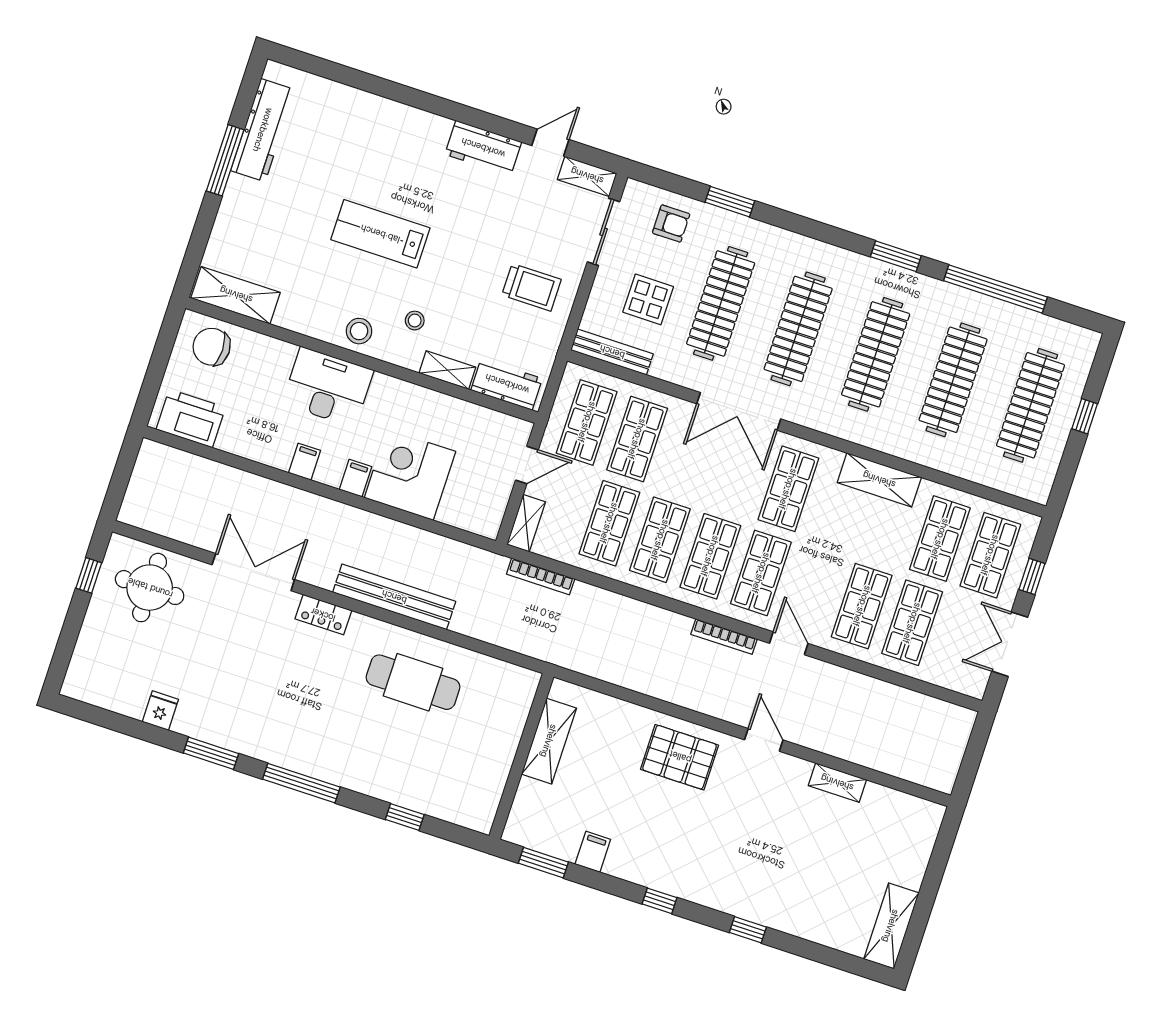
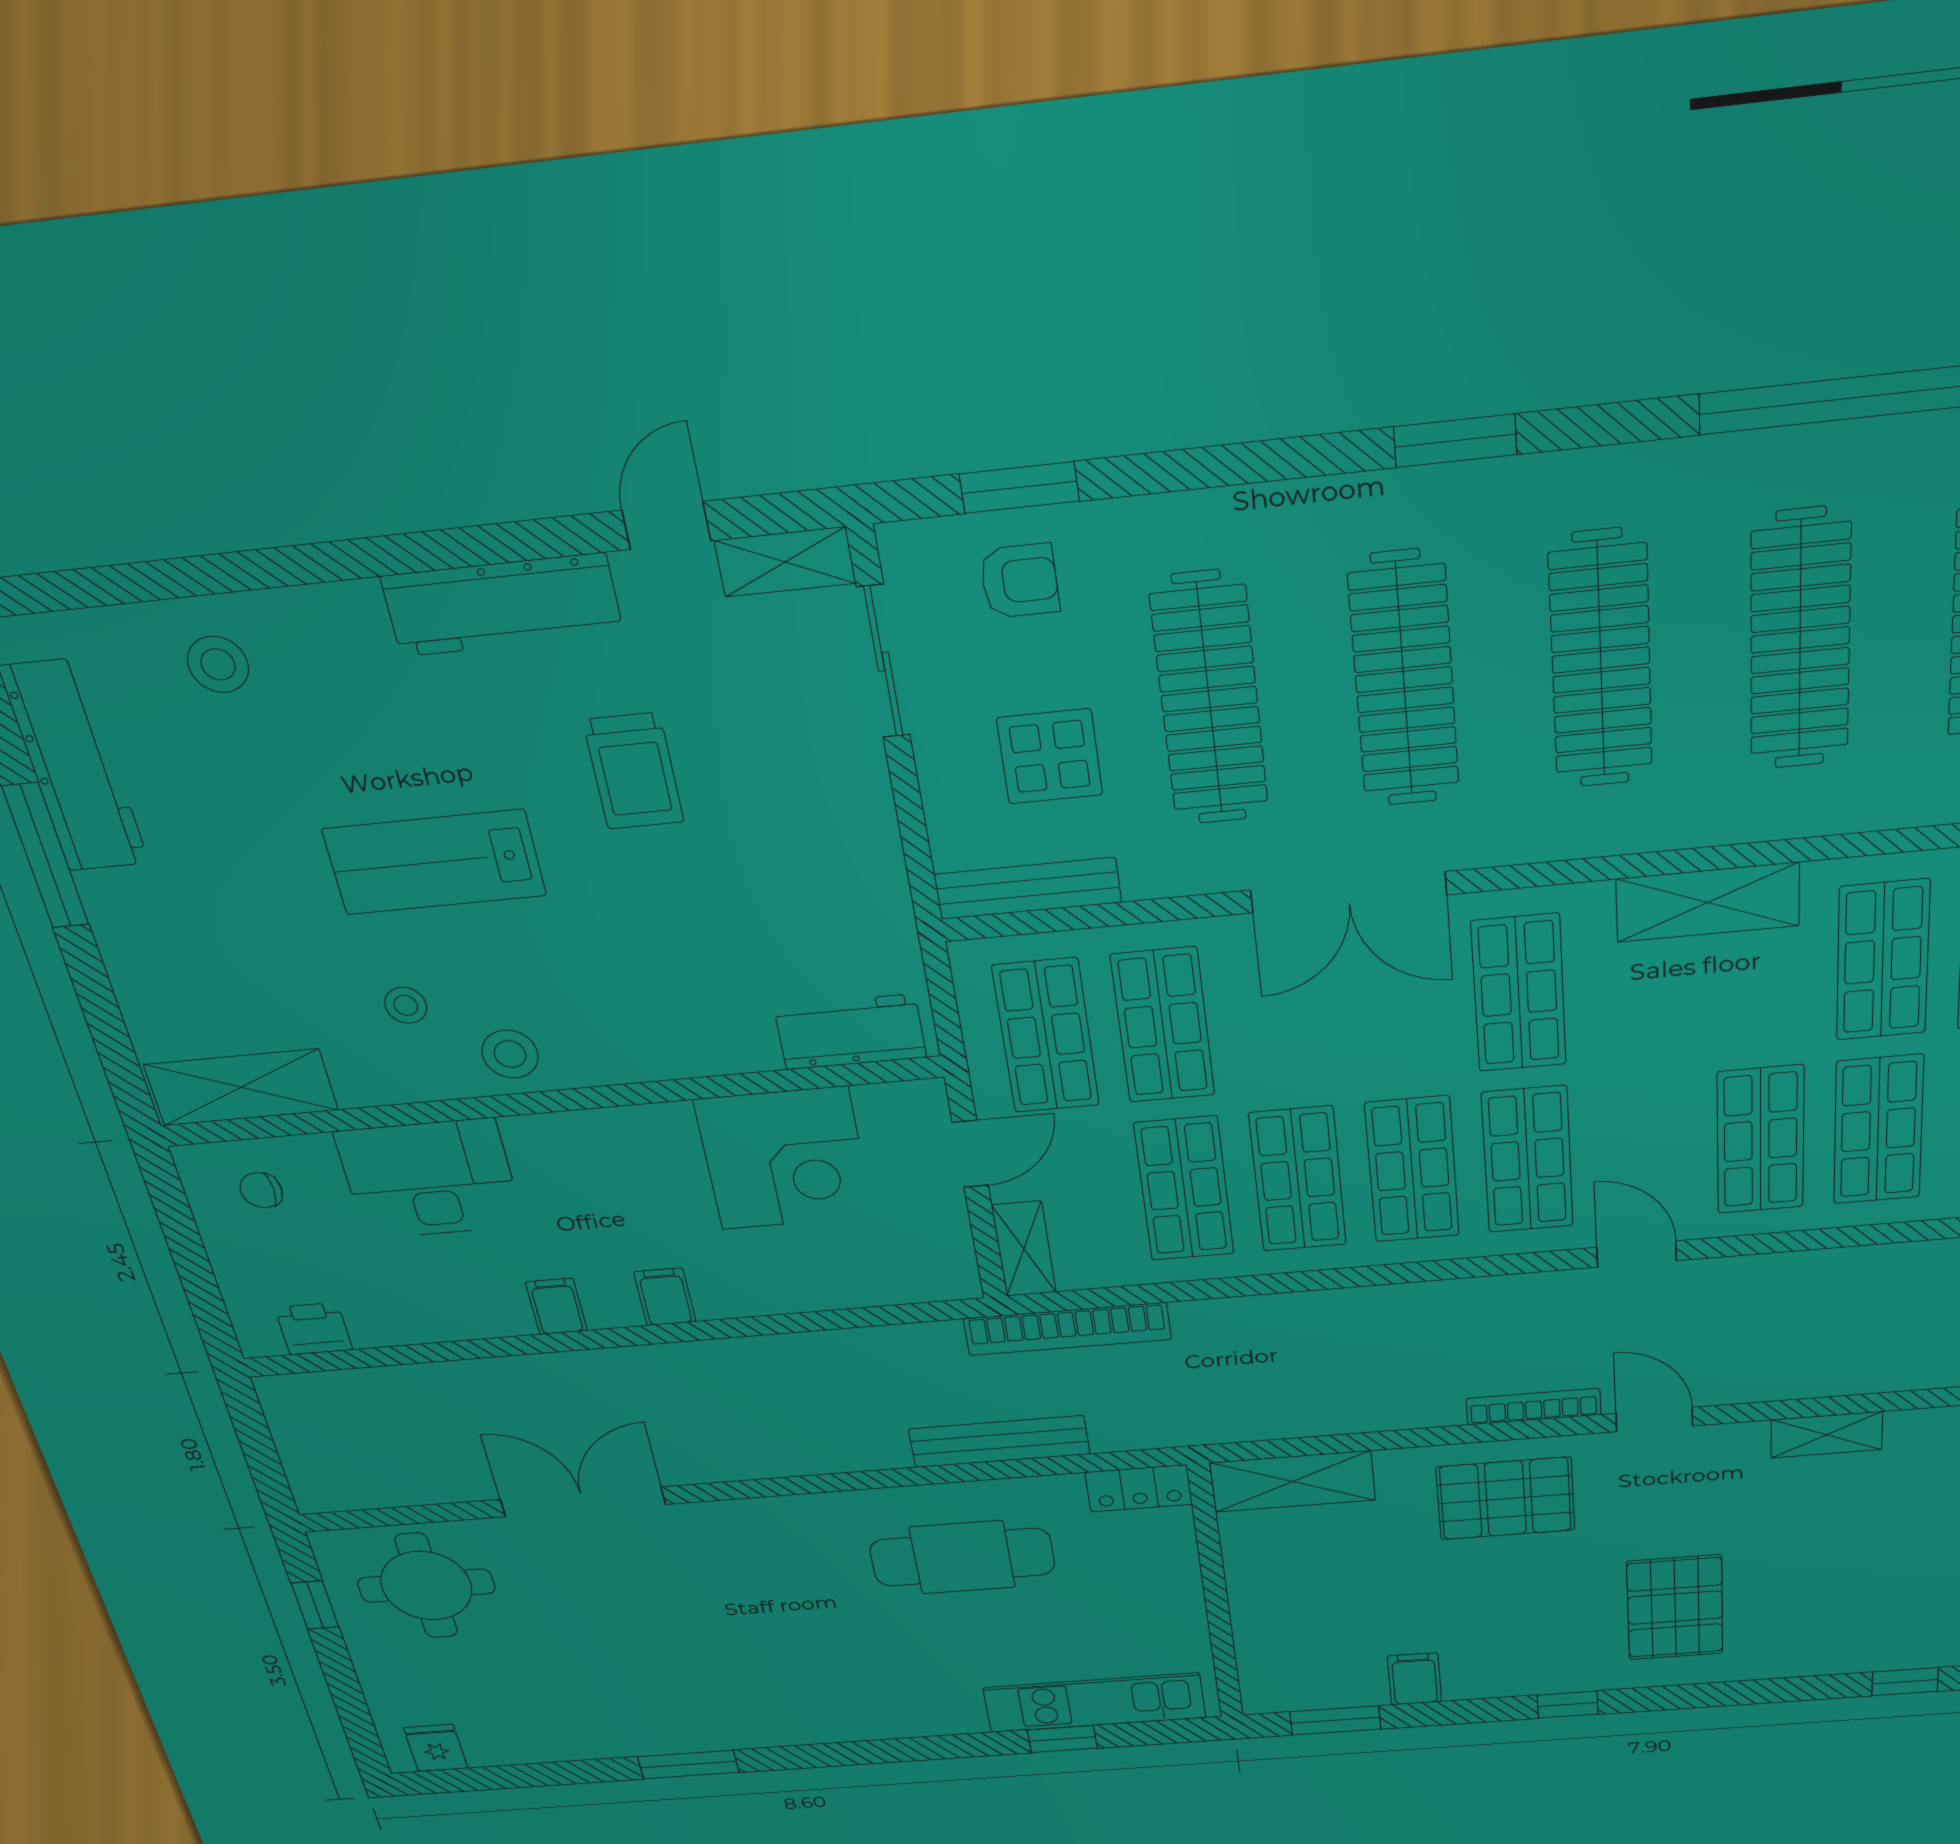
stool: (347, 117) -> (218, 664), added
workbench: (483, 148) -> (502, 605), width x1.38
window: (730, 202) -> (1019, 488), moved
window: (896, 256) -> (1455, 441), moved
trolley: (531, 287) -> (634, 771), moved, turned 90
stool: (415, 321) -> (406, 1005), moved
chair: (212, 347) -> (261, 1190), width x0.54, depth x0.54
shelving: (447, 370) -> (721, 1053), removed
desk: (328, 387) -> (430, 1179), moved
printer: (191, 418) -> (314, 1329), width x0.53, depth x0.68
corner desk: (410, 475) -> (784, 1159), moved, turned 180
bookcase: (541, 576) -> (1067, 1329), width x1.48, depth x1.31
bench: (394, 597) -> (999, 1442), moved, width x0.73, depth x0.82
locker: (323, 615) -> (1139, 1488), moved
bookcase: (724, 637) -> (1534, 1407), moved, turned 180
fridge: (160, 711) -> (436, 1748), moved
shelving: (549, 741) -> (1293, 1481), moved, turned 90
window: (301, 783) -> (862, 1753), removed
kitchen unit: (432, 800) -> (1094, 1703), added
pallet: (733, 859) -> (1675, 1608), added
window: (748, 930) -> (1905, 1682), moved

